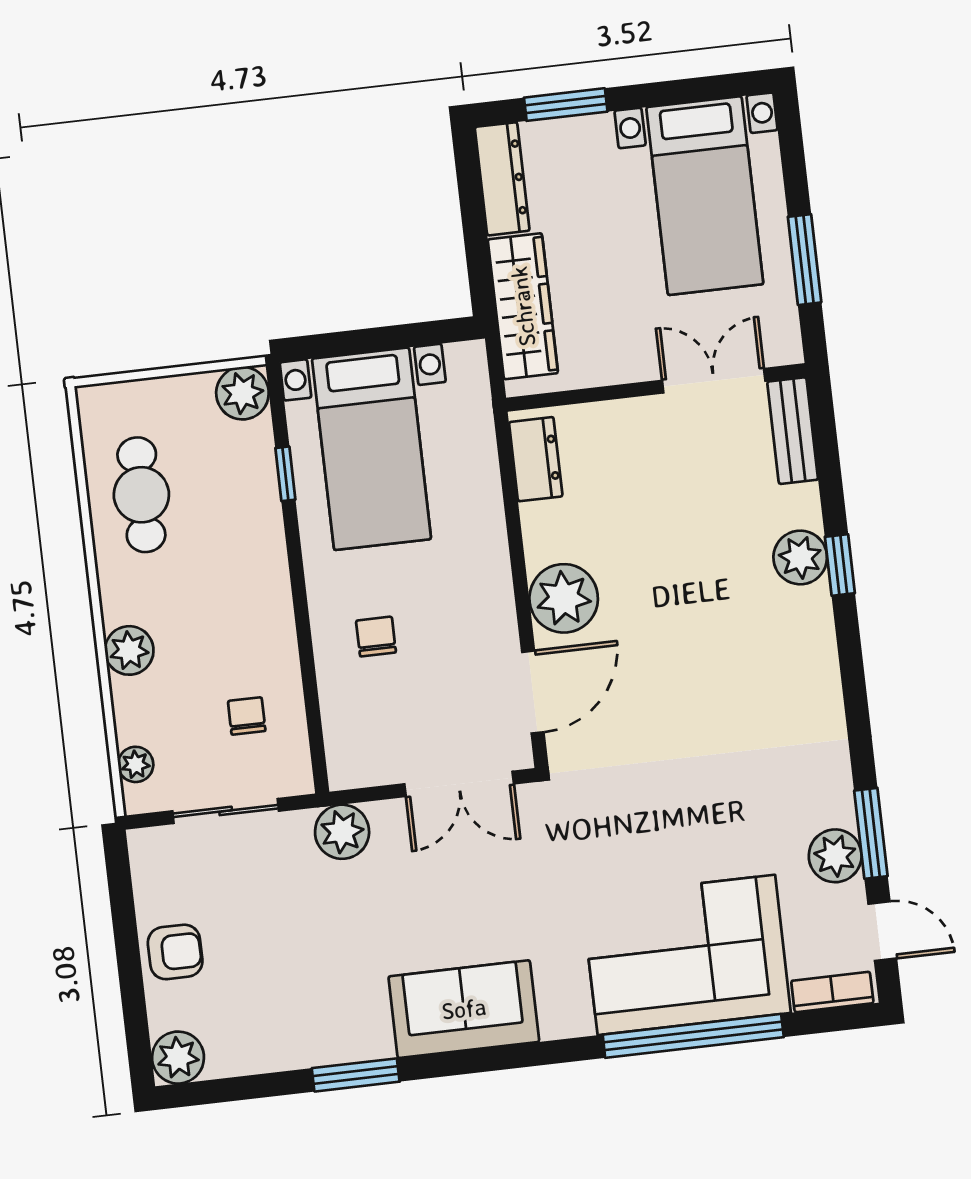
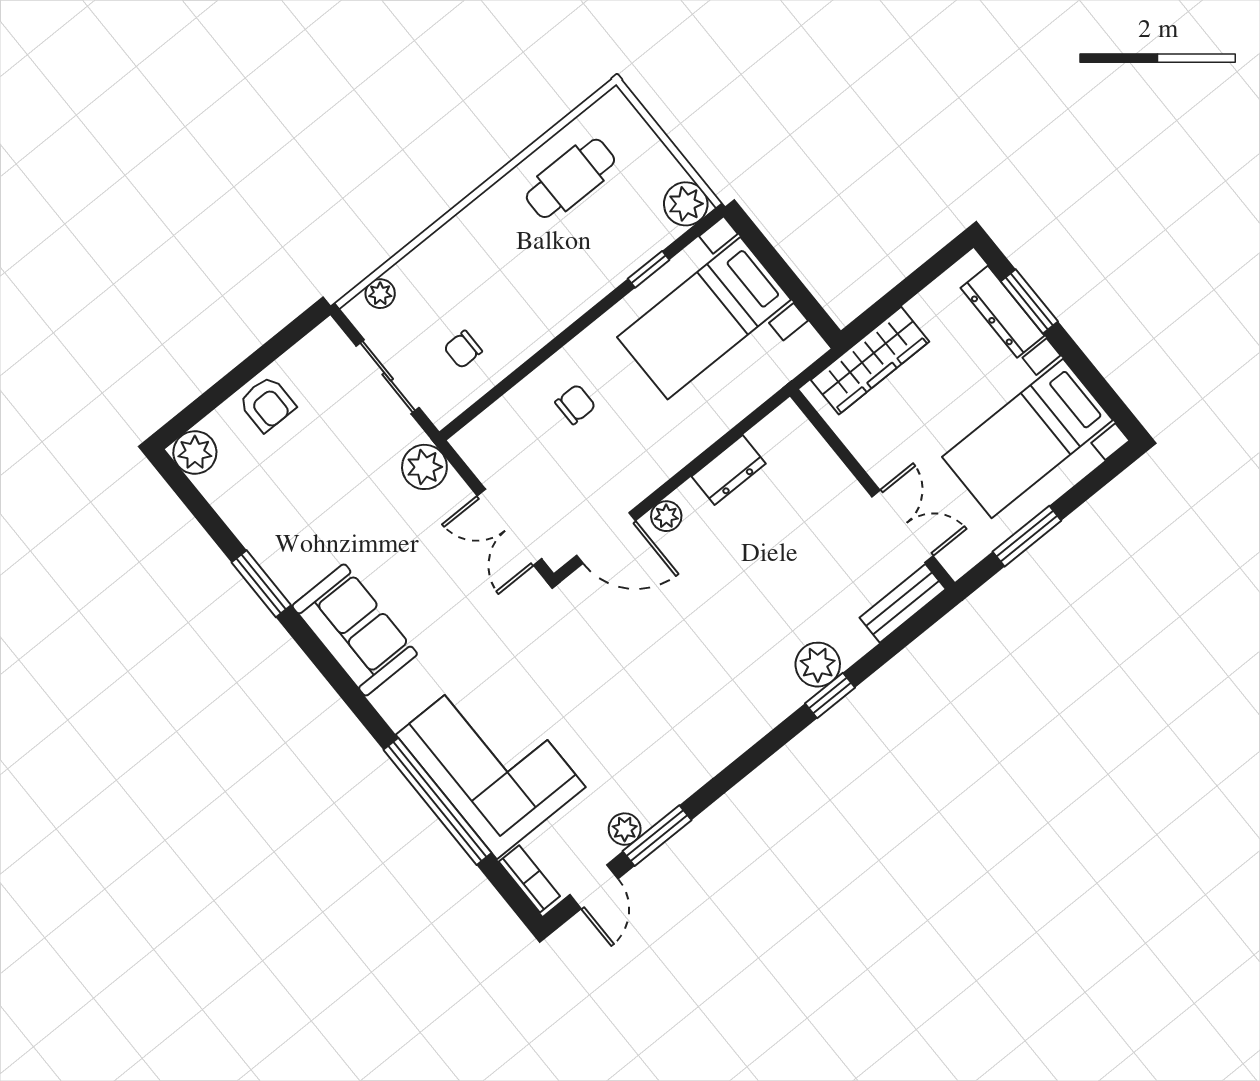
dresser: (502, 179) -> (1003, 312), moved, turned 90
dresser: (536, 459) -> (729, 470), moved
plant: (564, 598) -> (666, 516), width x0.53, depth x0.53
plant: (129, 650) -> (457, 239), removed
chair: (247, 716) -> (463, 349), turned 180
plant: (835, 856) -> (625, 829), width x0.73, depth x0.73

